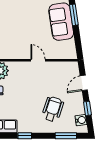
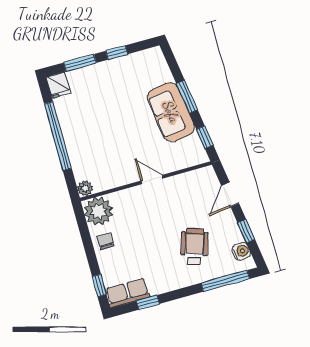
window: (78, 43) -> (205, 137), added
window: (25, 136) -> (148, 302), moved
window: (66, 136) -> (225, 281), width x1.44

